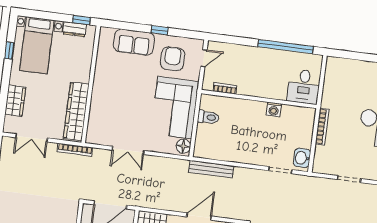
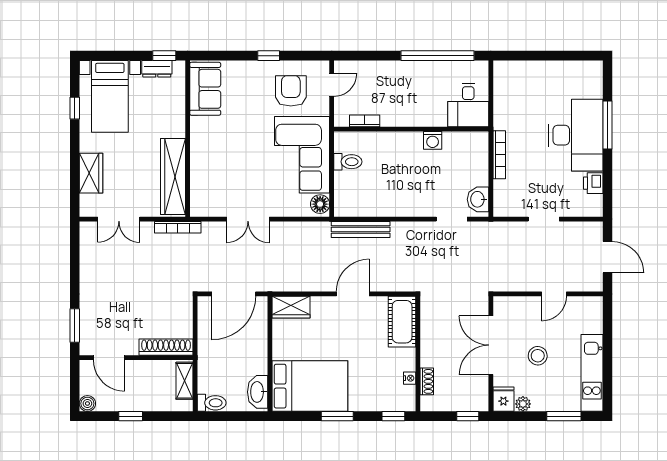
sofa: (134, 42) -> (205, 89), moved, turned -90

